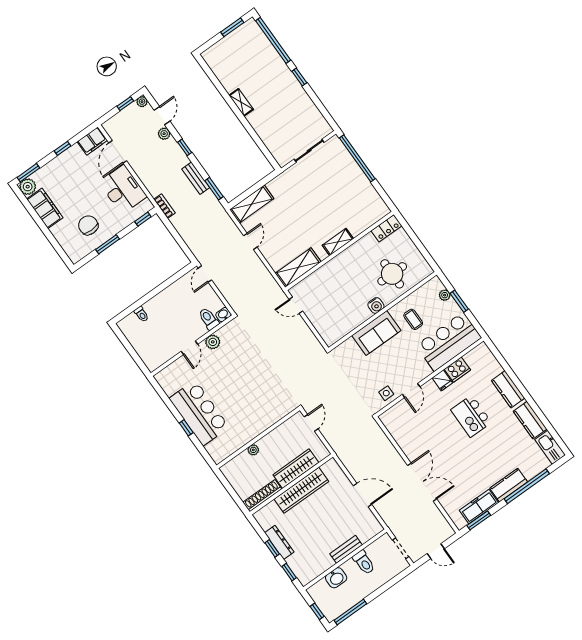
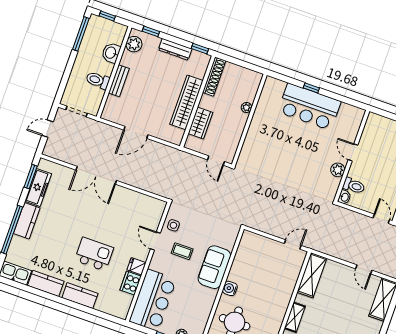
coffee table: (413, 319) -> (182, 251), moved
wardrobe: (296, 469) -> (200, 123), width x0.67
window: (272, 548) -> (200, 49), moved
plant: (311, 571) -> (134, 44), added

